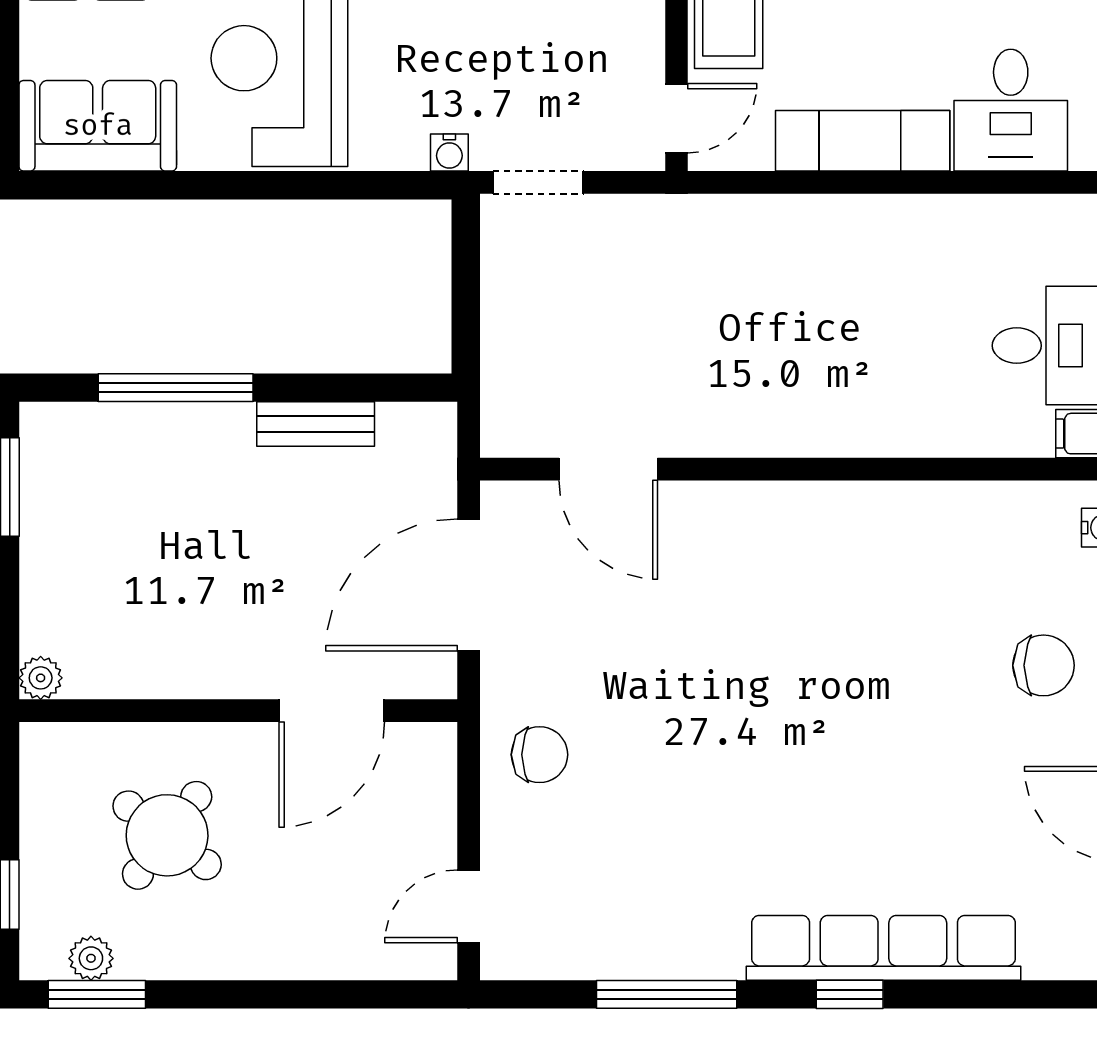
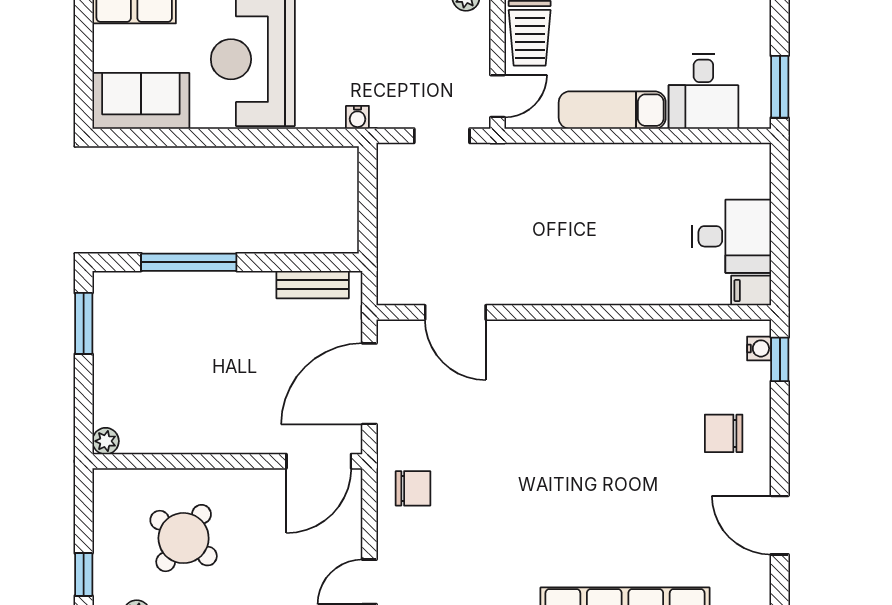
doorway: (538, 182) -> (442, 136), moved
bench: (316, 424) -> (313, 285), moved
chair: (1044, 665) -> (724, 433), turned 180
door: (332, 711) -> (319, 461), moved

